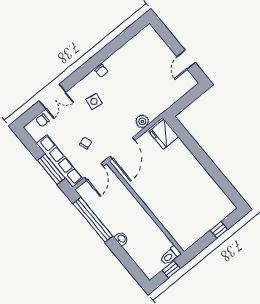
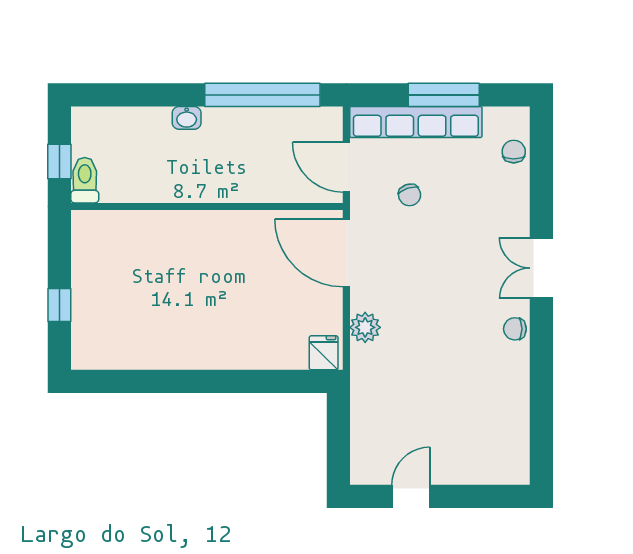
door: (186, 60) -> (411, 496), hinge flipped
double door: (52, 97) -> (541, 268), moved
side table: (94, 101) -> (471, 271), removed
fridge: (164, 134) -> (324, 353), width x0.53, depth x0.75
window: (51, 169) -> (444, 95), moved

